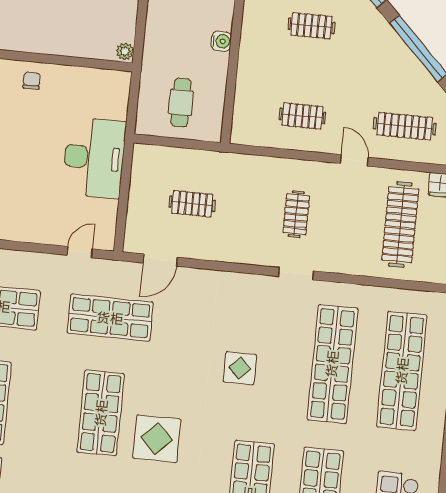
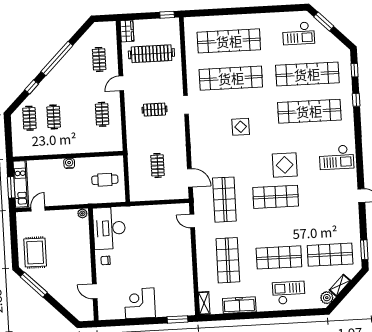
clothes rail: (405, 126) -> (99, 59), width x0.73
desk: (94, 158) -> (109, 228), moved, turned -90

